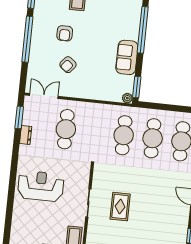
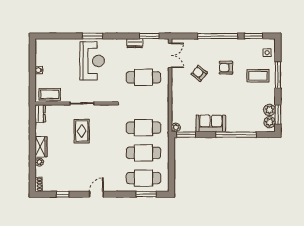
window: (12, 183) -> (93, 36), added
rug: (120, 207) -> (82, 131), turned 90

